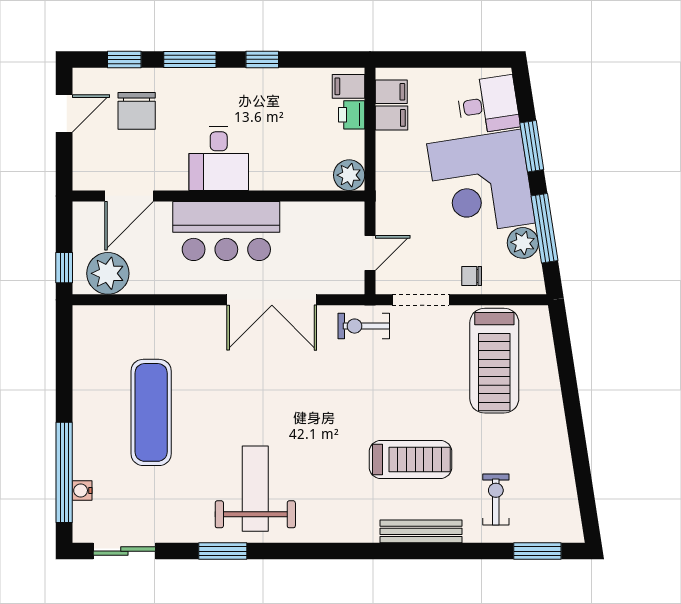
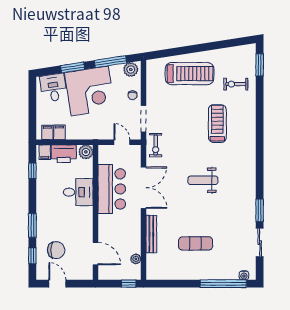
window: (262, 59) -> (32, 171), moved
printer: (352, 115) -> (64, 154), width x1.87, depth x1.48
desk: (219, 159) -> (78, 192), moved
bar counter: (226, 231) -> (112, 189), moved
plant: (523, 243) -> (131, 70), moved
plant: (108, 273) -> (136, 259), width x0.53, depth x0.53
treadmill: (494, 361) -> (190, 74), moved
exercise mat: (151, 412) -> (196, 243), width x0.73, depth x0.69
weight bench: (255, 489) -> (203, 180), moved, width x0.73, depth x0.75
water cooler: (82, 490) -> (244, 275), moved
bench: (421, 531) -> (151, 234), moved
sliding door: (124, 551) -> (260, 243), moved

